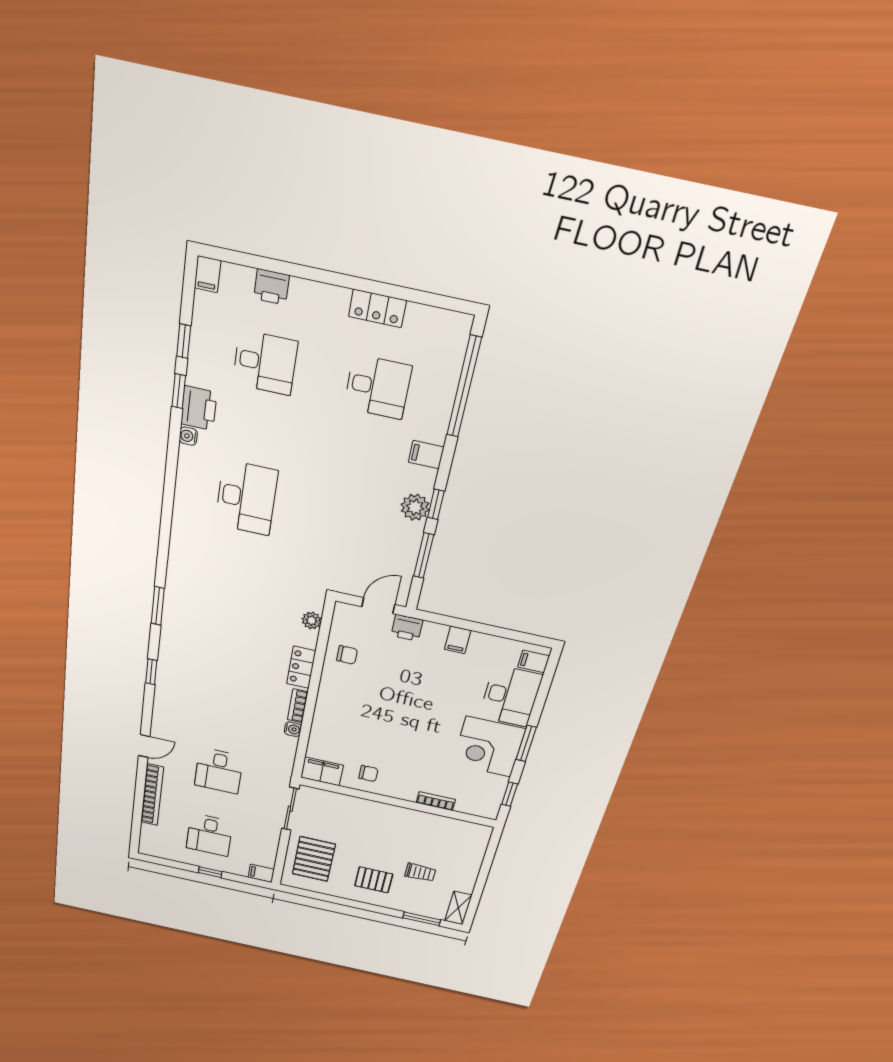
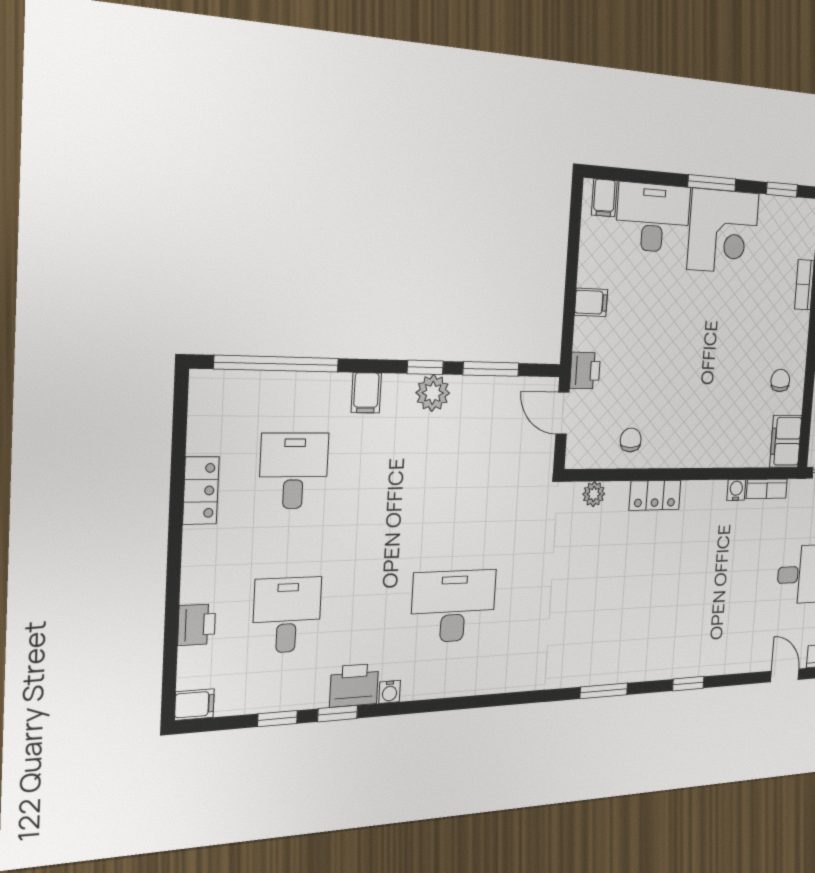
bookcase: (298, 706) -> (767, 489), moved

